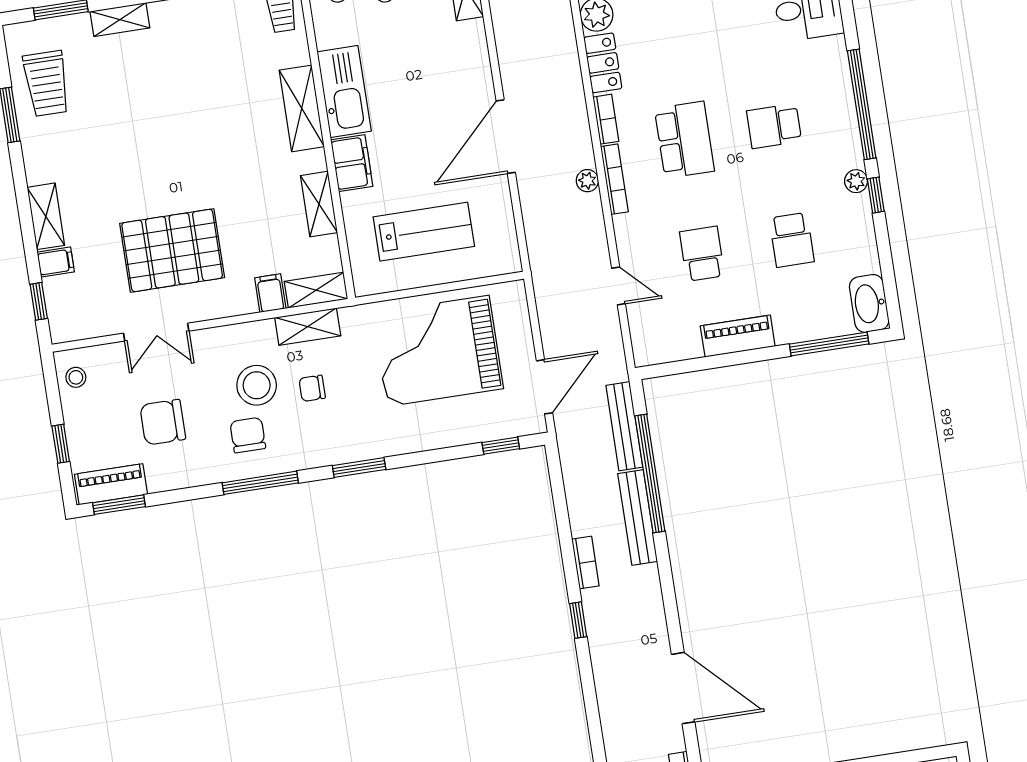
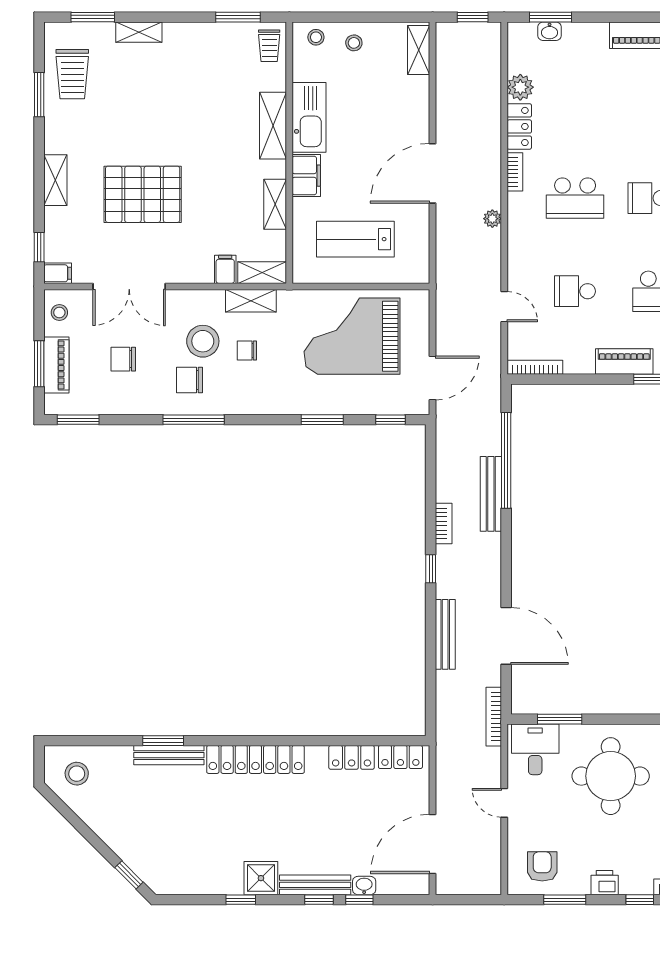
school desk: (684, 140) -> (575, 198), turned 90
bookcase: (614, 179) -> (535, 367), moved, turned -90
lab bench: (424, 232) -> (355, 239), turned 180
pallet: (172, 250) -> (143, 194), moved
school desk: (702, 254) -> (575, 291), turned -90
filing cabinet: (56, 262) -> (58, 273), moved
double door: (156, 332) -> (129, 286), width x1.37
piano: (738, 336) -> (624, 361), moved
chair: (163, 422) -> (123, 359), width x0.73, depth x0.73
bench: (624, 426) -> (445, 634), moved
chair: (248, 435) -> (190, 380), turned -90
window: (61, 444) -> (39, 364), width x1.50
window: (359, 468) -> (322, 420), moved
piano: (111, 484) -> (56, 365), moved, turned 90

